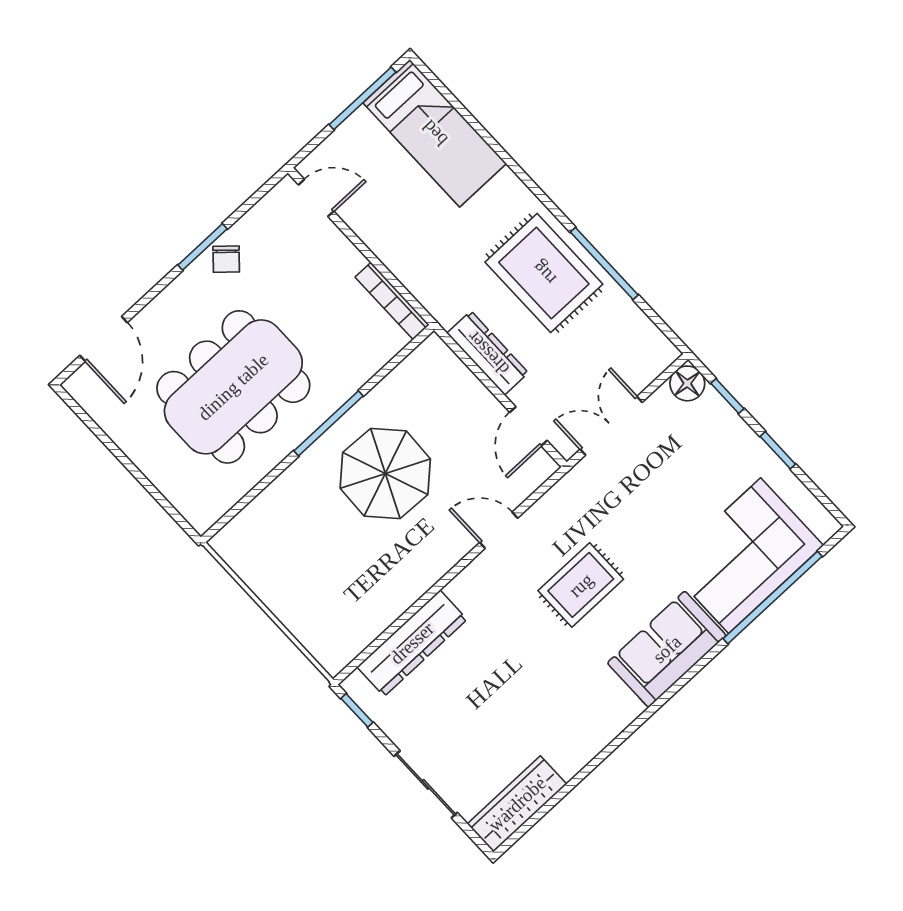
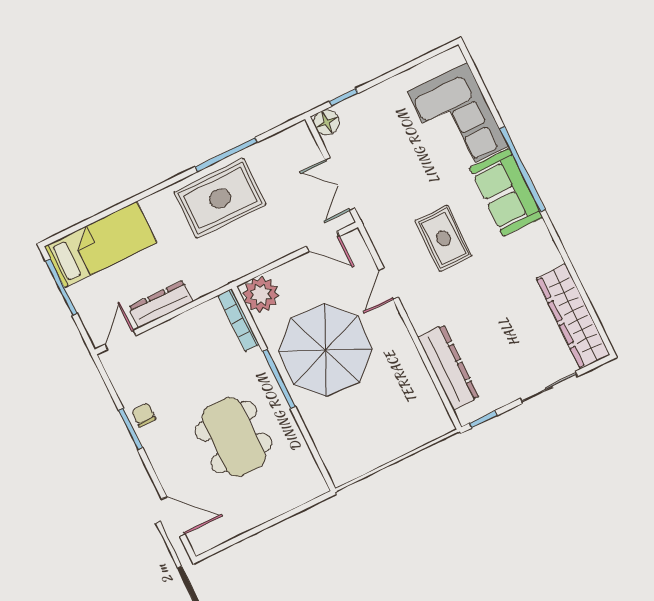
chair: (226, 259) -> (144, 415), turned -132
bookcase: (392, 301) -> (239, 320), moved, turned 90
dresser: (488, 353) -> (161, 304), moved
plant: (433, 365) -> (261, 295), added
dining table: (233, 387) -> (234, 437), width x0.73, depth x0.80
window: (778, 450) -> (392, 74), removed
parasol: (385, 474) -> (325, 350), width x1.36, depth x1.36
window: (773, 598) -> (522, 169), moved
wardrobe: (517, 804) -> (573, 317), width x1.40, depth x1.17

